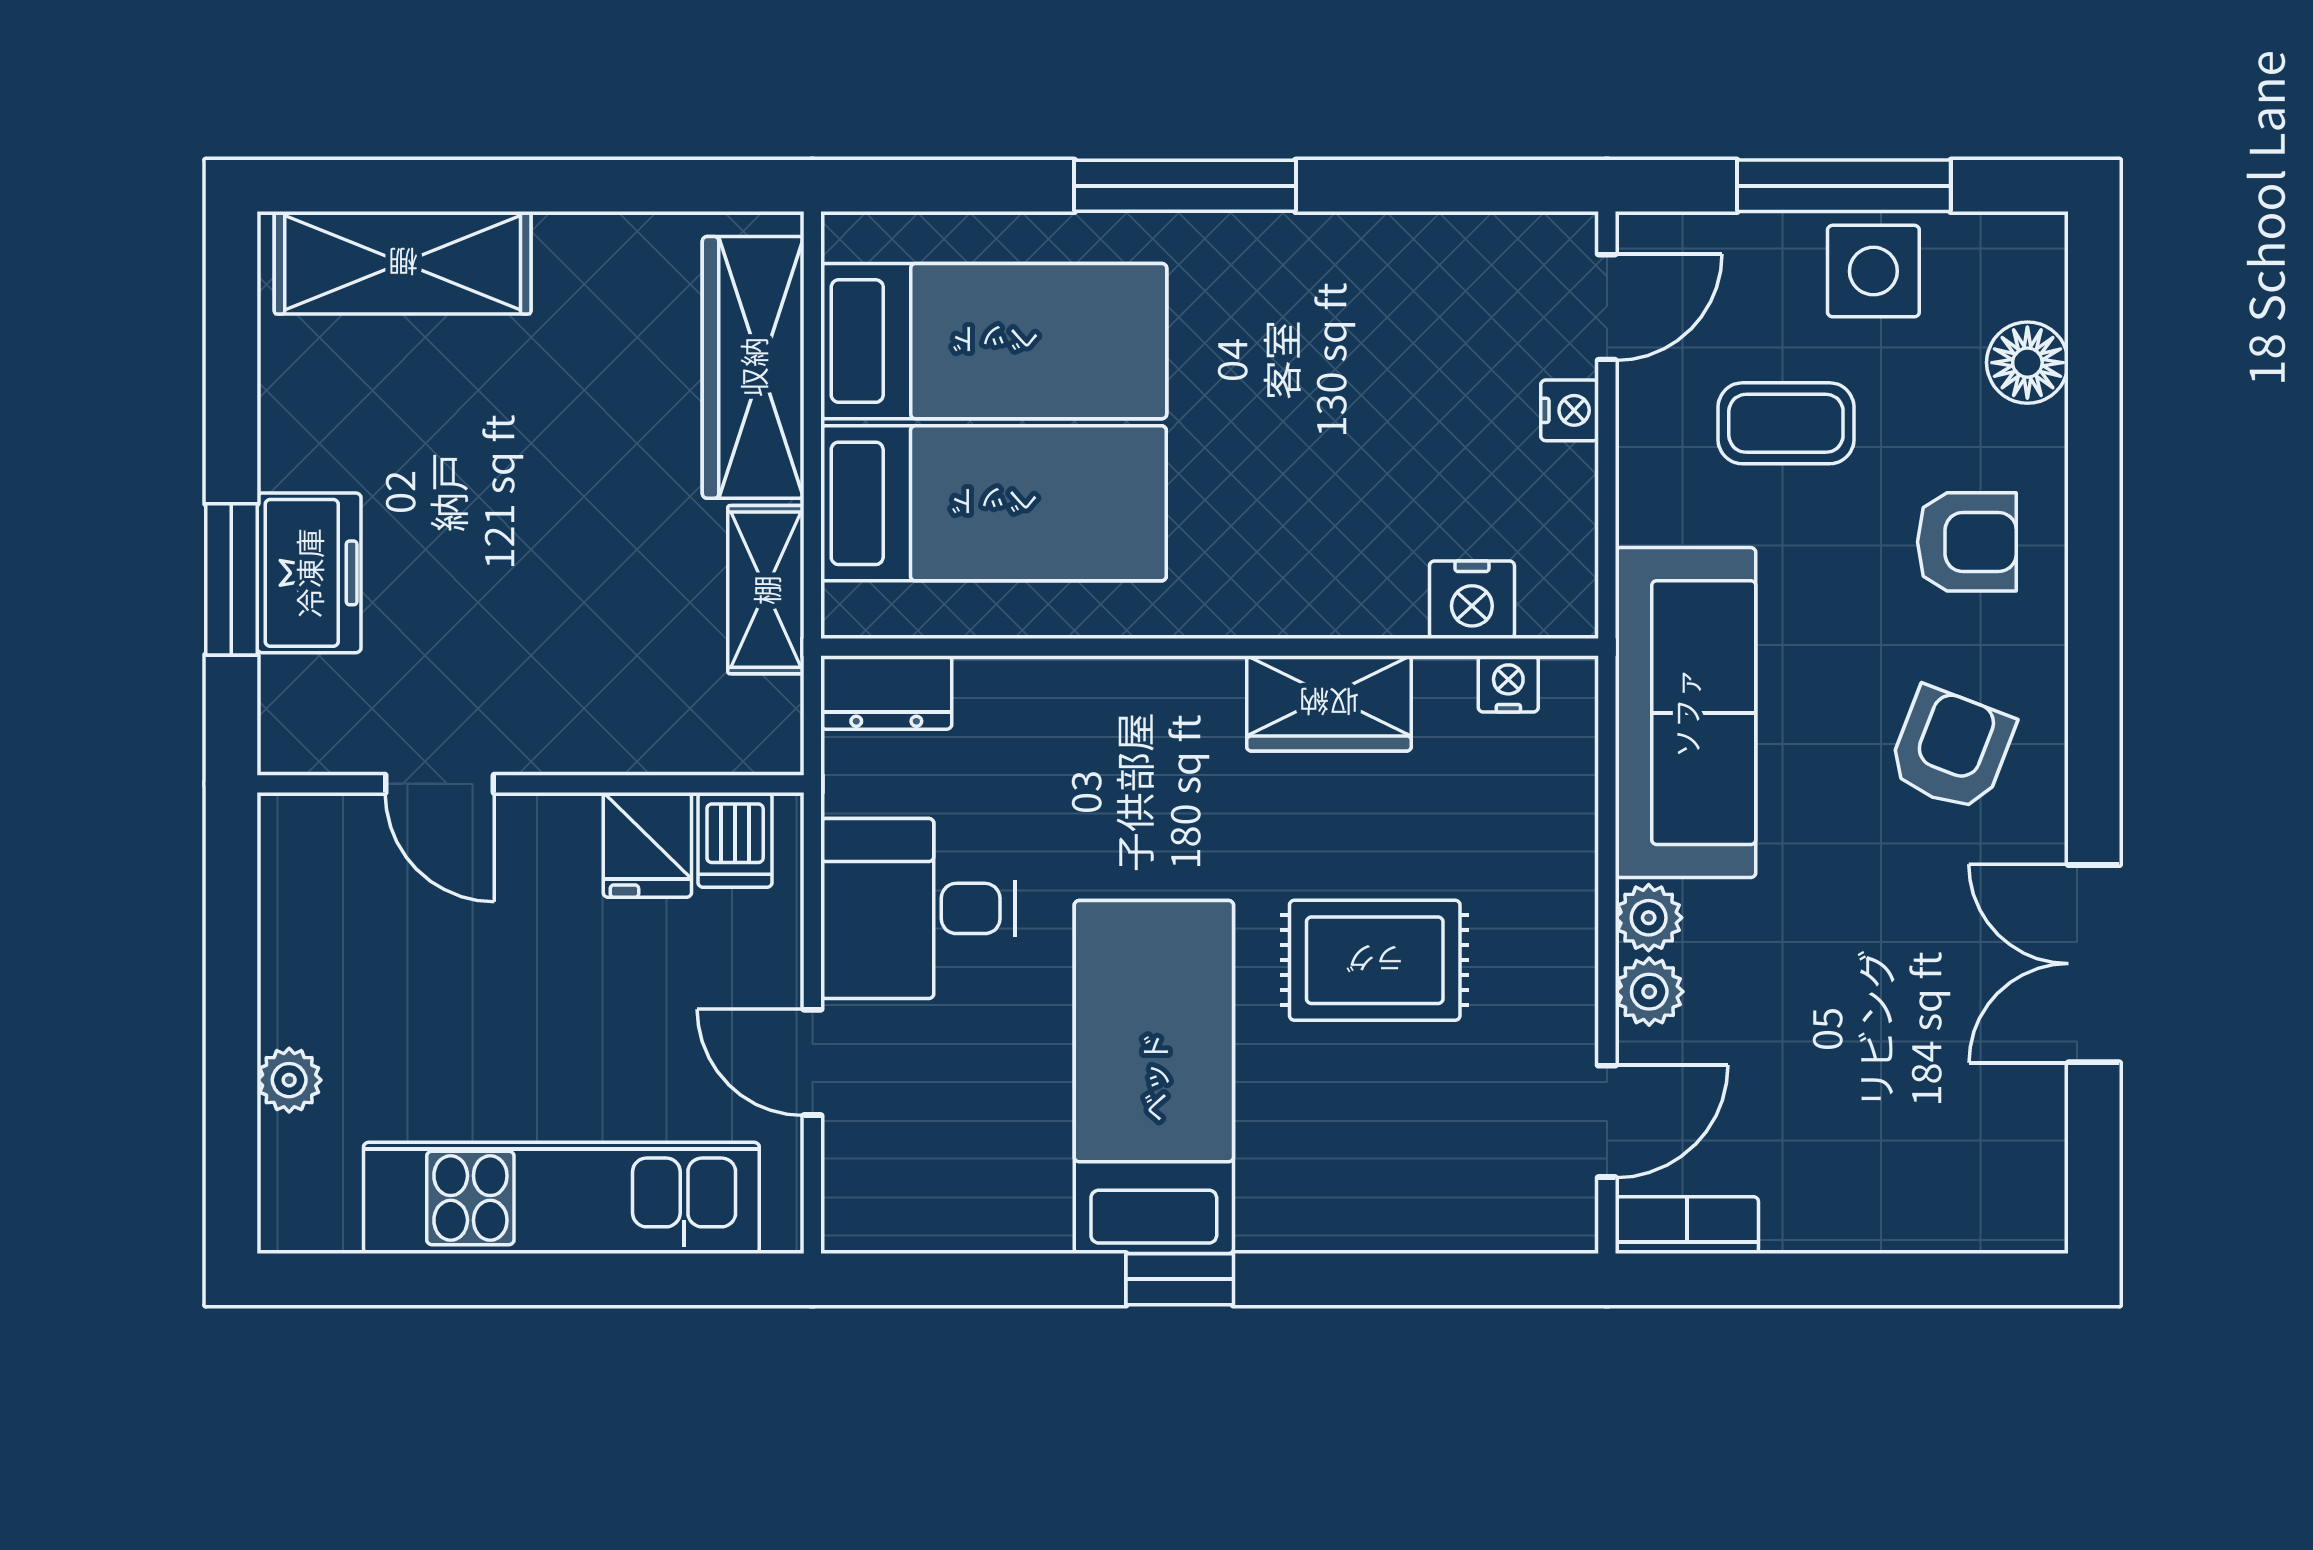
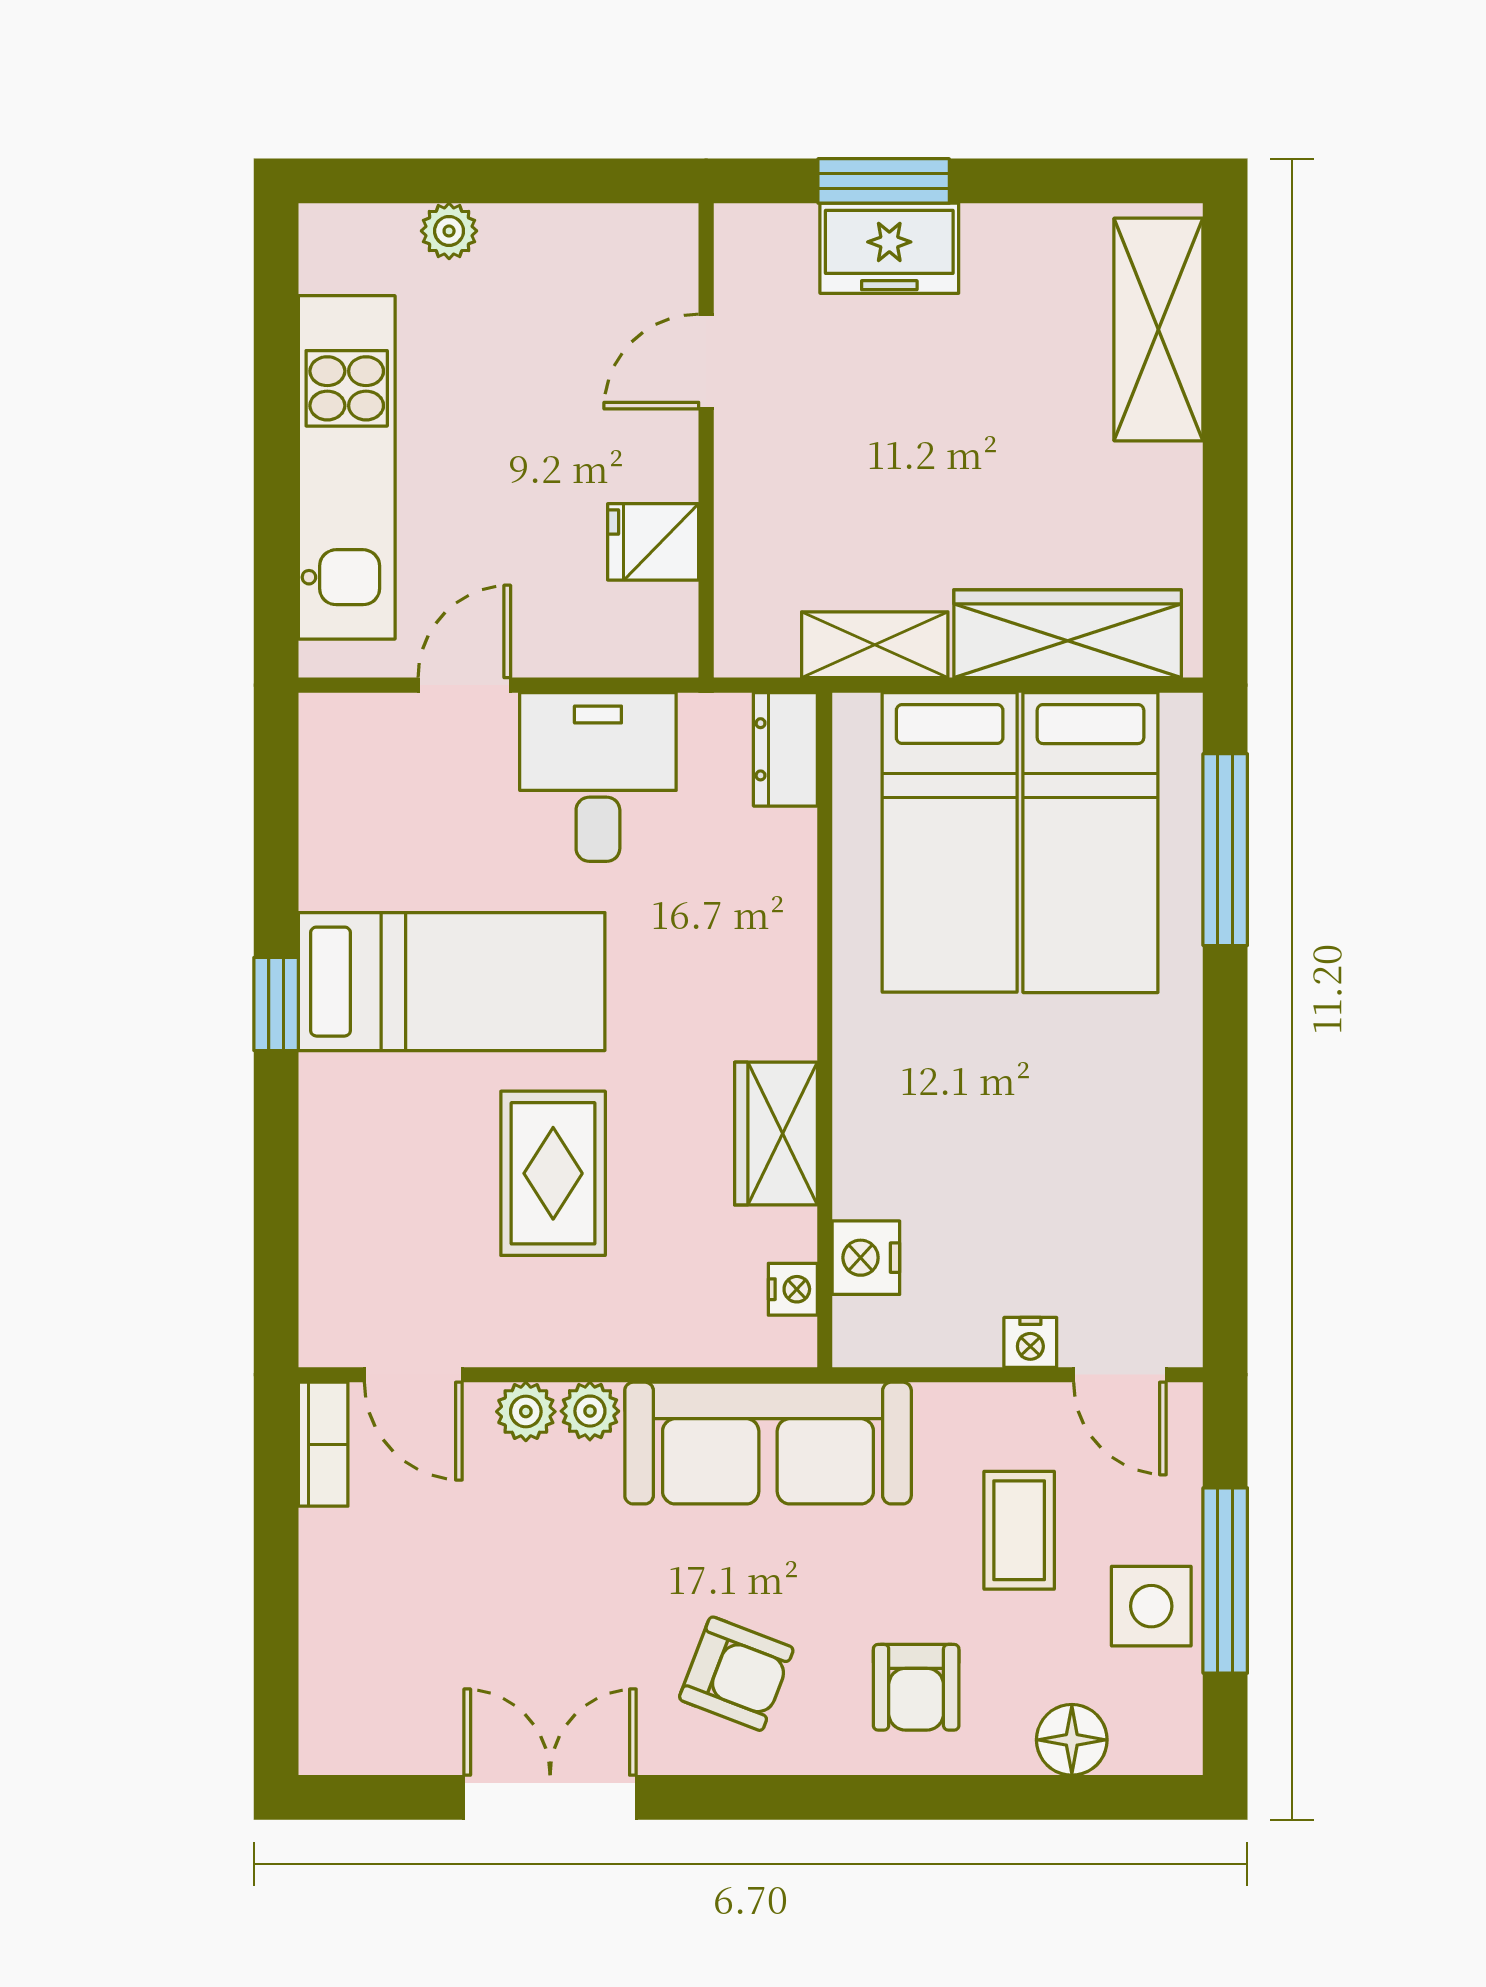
window: (1185, 186) -> (1225, 850), moved
dishwasher: (735, 840) -> (658, 618), removed

